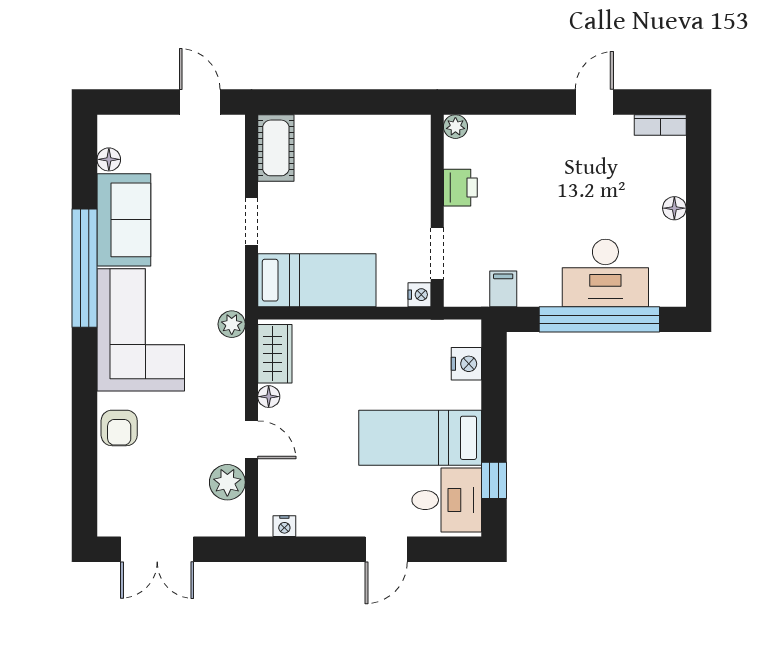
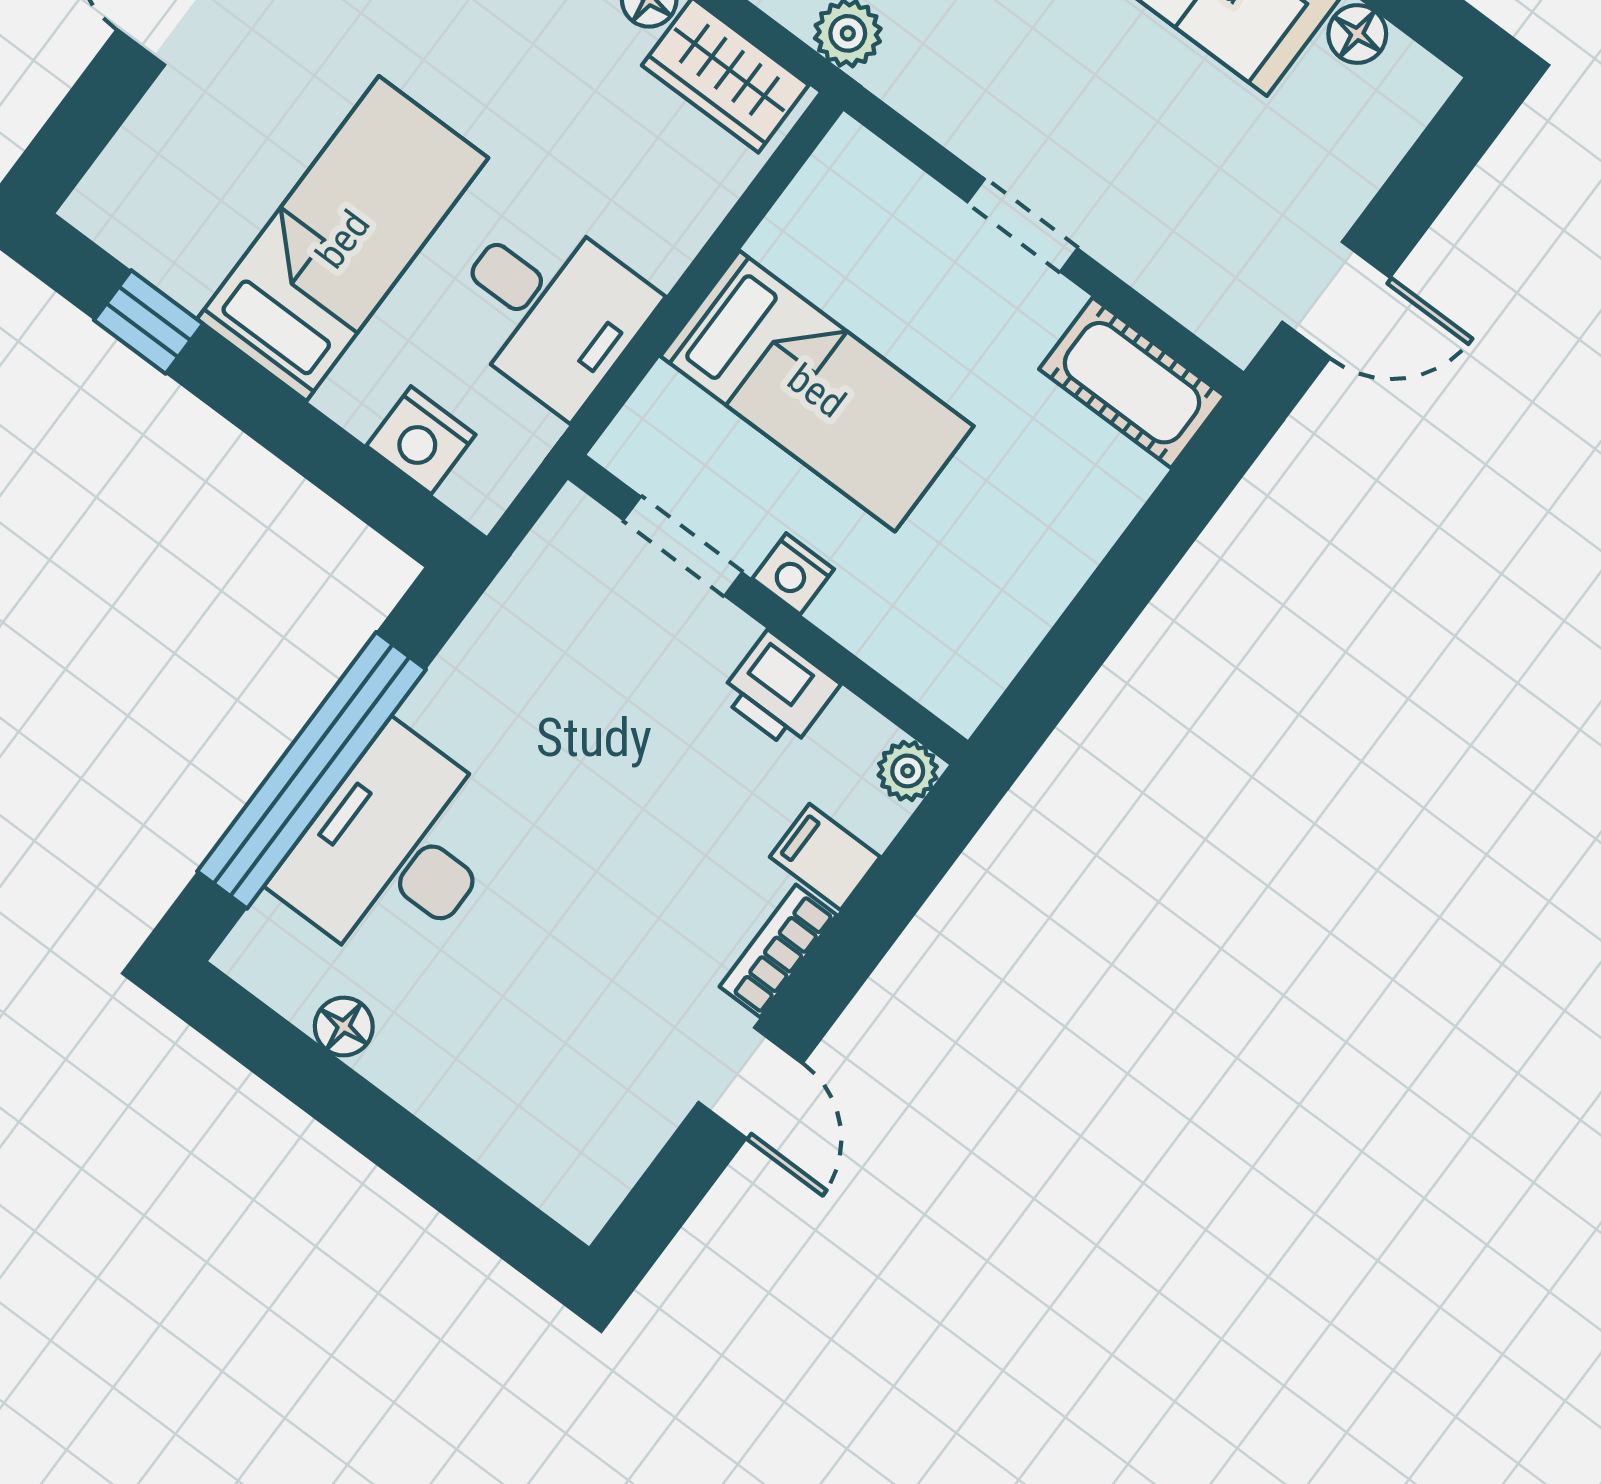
bookcase: (660, 125) -> (778, 951), moved
floor lamp: (674, 208) -> (344, 1027), moved
bed: (317, 280) -> (817, 391), moved, turned -90
filing cabinet: (503, 289) -> (825, 857), moved, turned 180
nightstand: (420, 295) -> (793, 574), moved
desk: (447, 500) -> (549, 309), moved, turned -90

